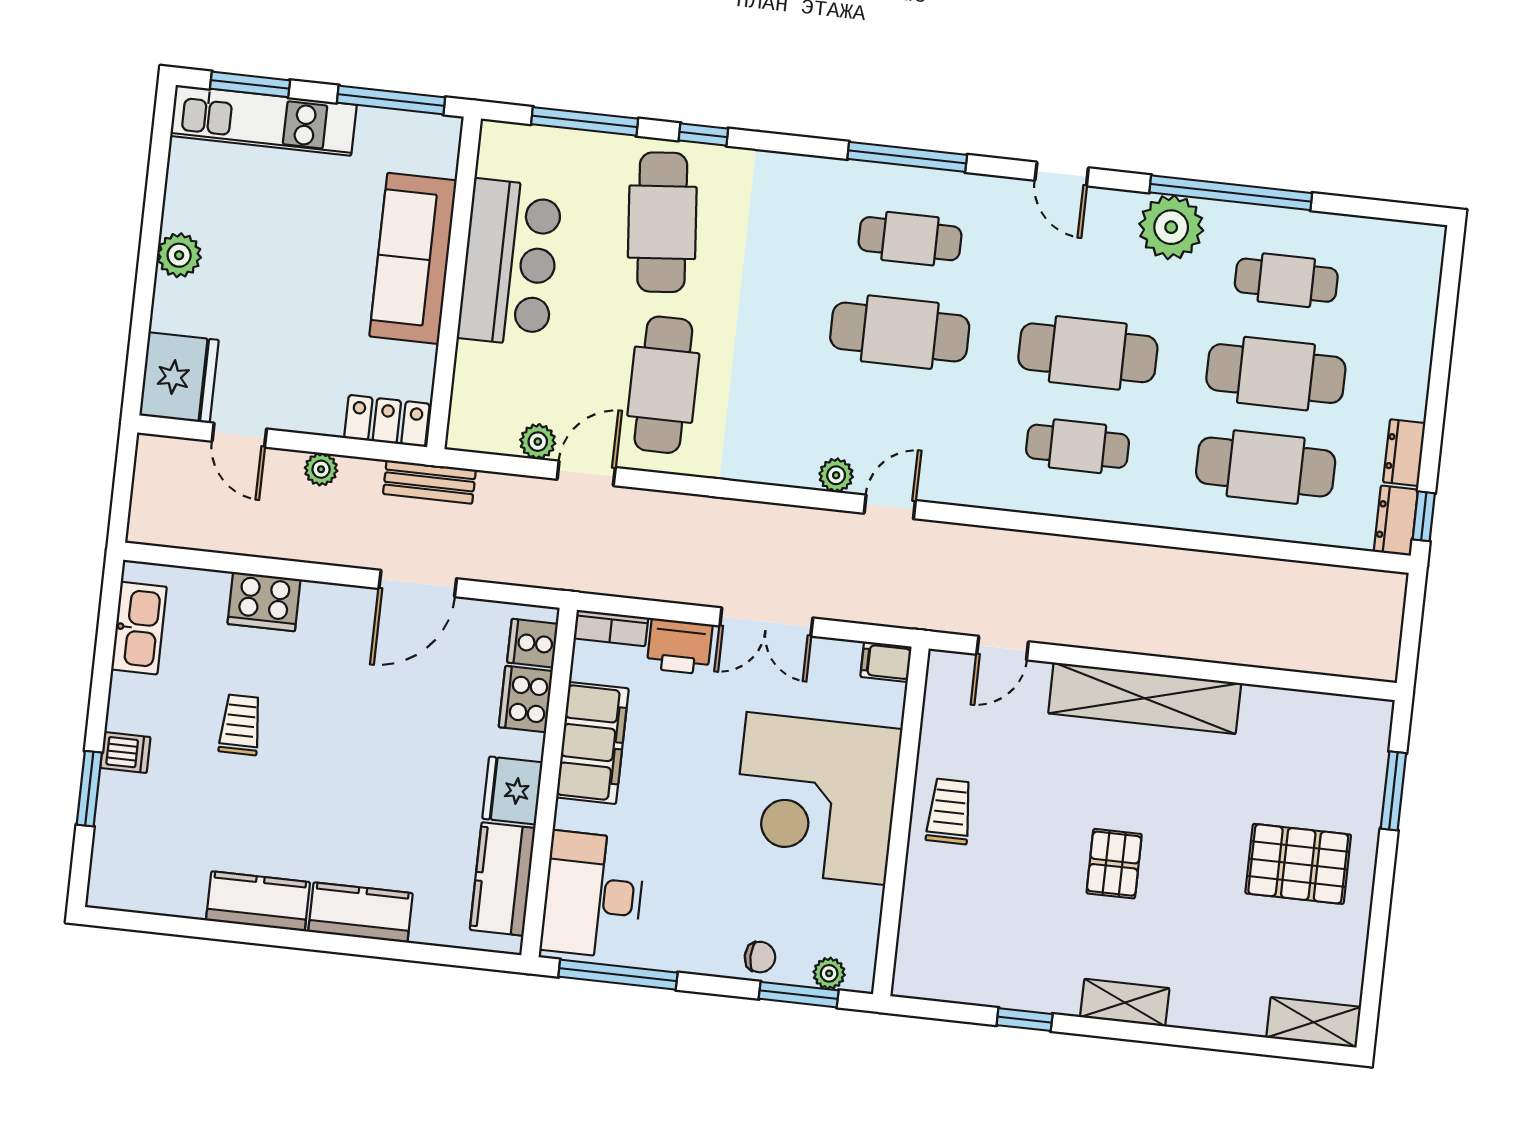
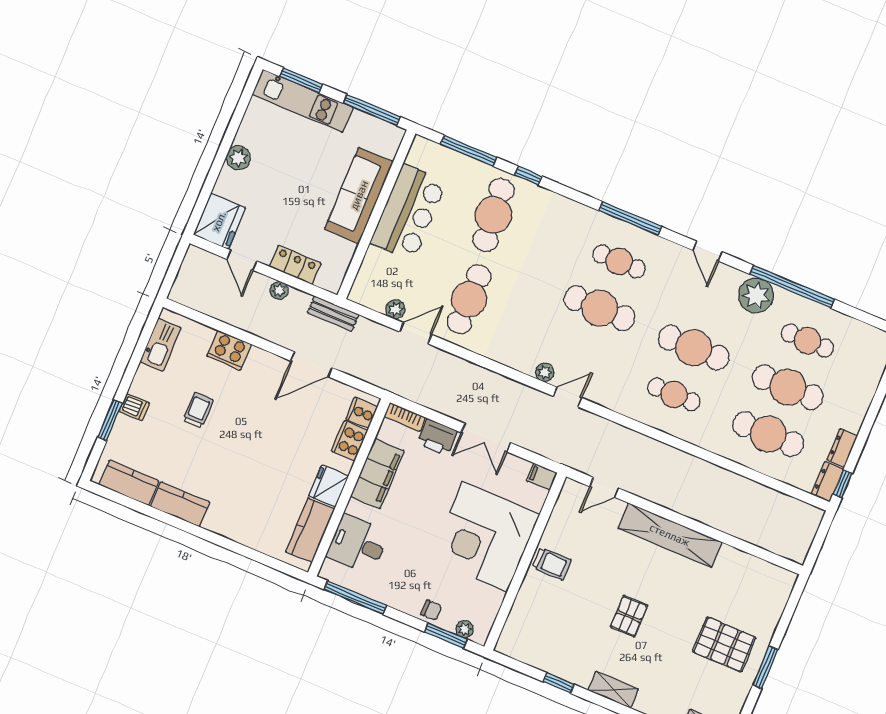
locker: (387, 421) -> (295, 265), moved
window: (1393, 791) -> (765, 667), moved
trolley: (949, 811) -> (552, 564), turned 90
desk: (593, 895) -> (358, 544), width x0.73
kitchen counter: (360, 913) -> (129, 483), moved

